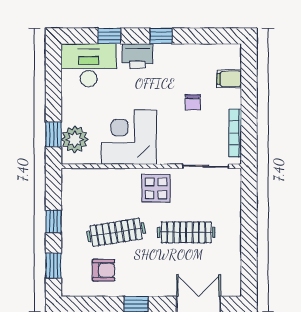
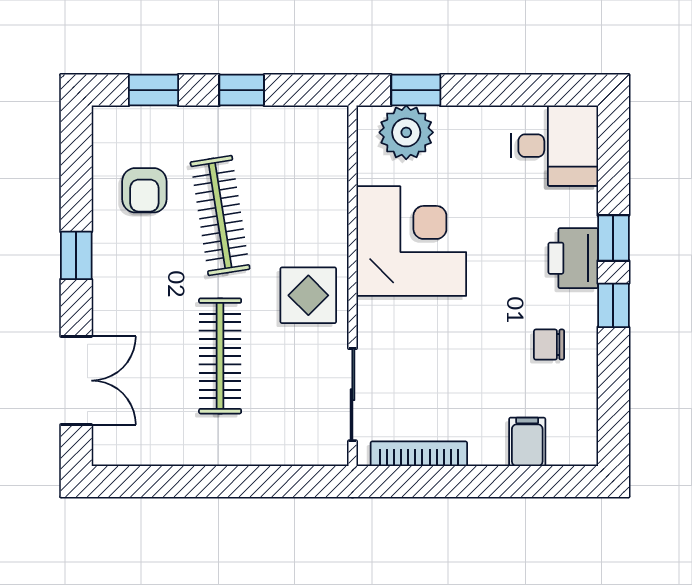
window: (109, 36) -> (613, 238), moved
desk: (89, 65) -> (555, 146), width x0.73
chair: (193, 102) -> (549, 345), moved

